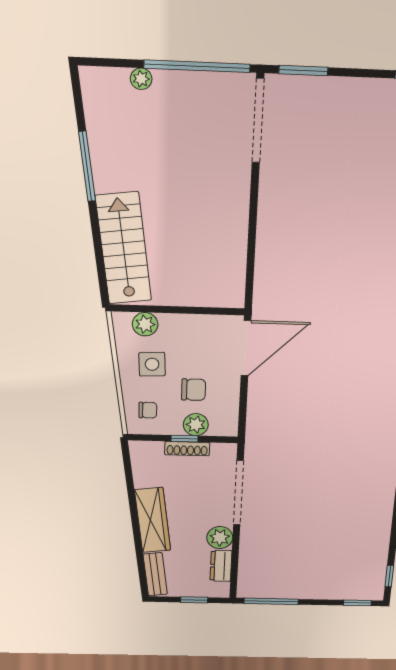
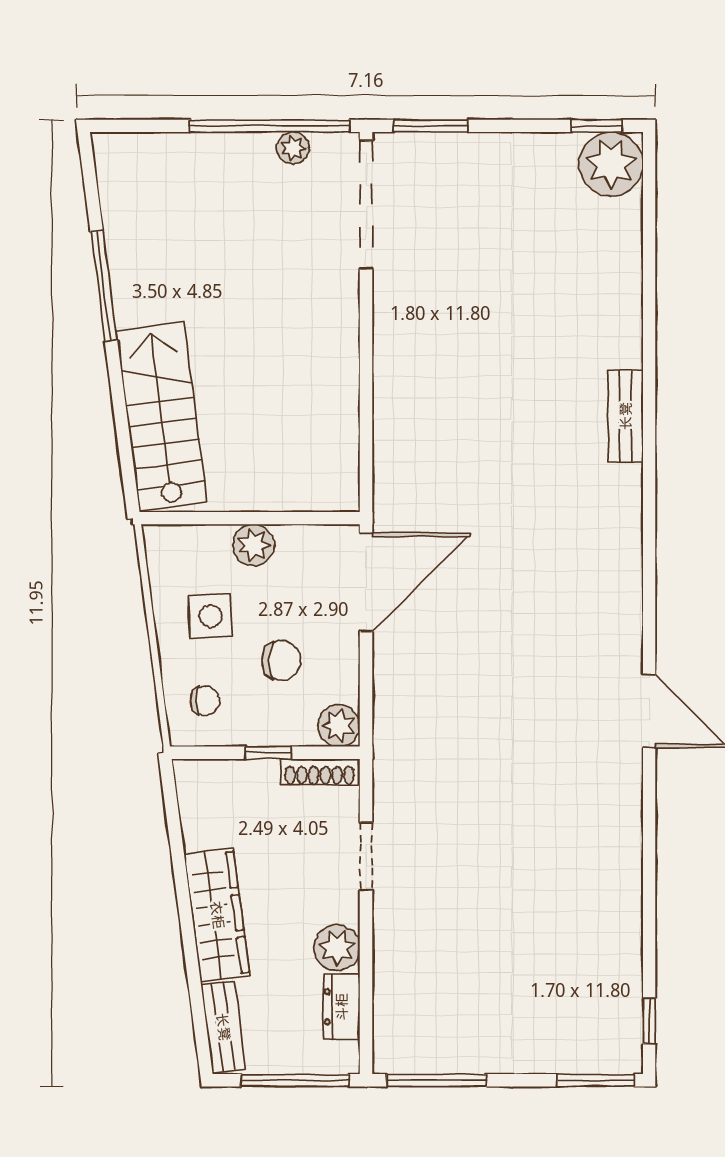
plant: (141, 79) -> (293, 148), moved
plant: (145, 324) -> (254, 545), moved
plant: (196, 425) -> (339, 726), moved
shoe rack: (187, 449) -> (320, 772), moved
doorway: (238, 493) -> (366, 856), width x0.53
window: (194, 600) -> (295, 1080), width x2.17
window: (357, 603) -> (596, 1080), width x1.50

